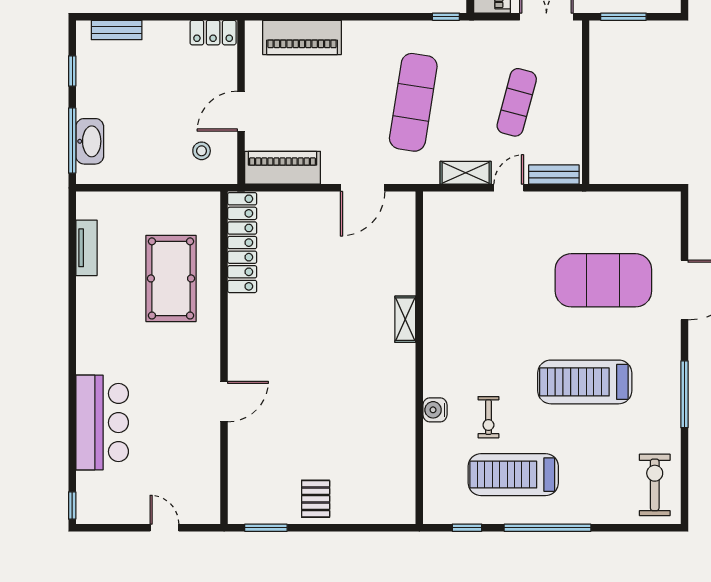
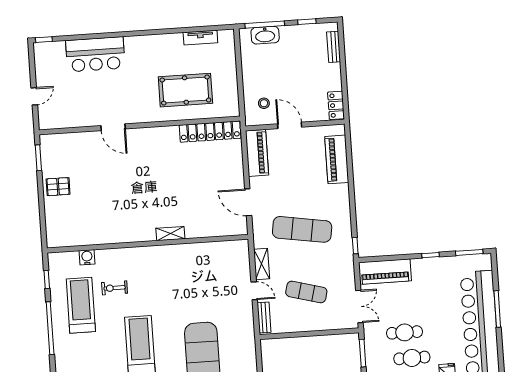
water cooler: (435, 410) -> (87, 257), moved

